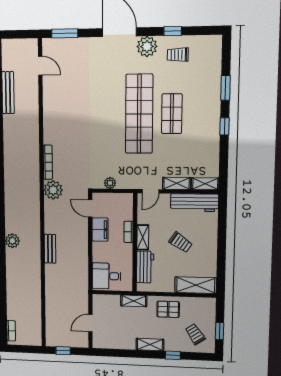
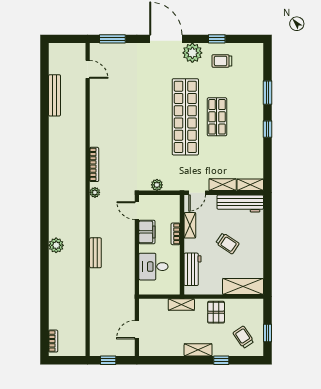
plant: (53, 190) -> (95, 192), width x0.53, depth x0.53
shelving: (143, 237) -> (190, 225), moved
desk: (106, 276) -> (153, 267), moved
pallet: (168, 309) -> (216, 312), turned 90

